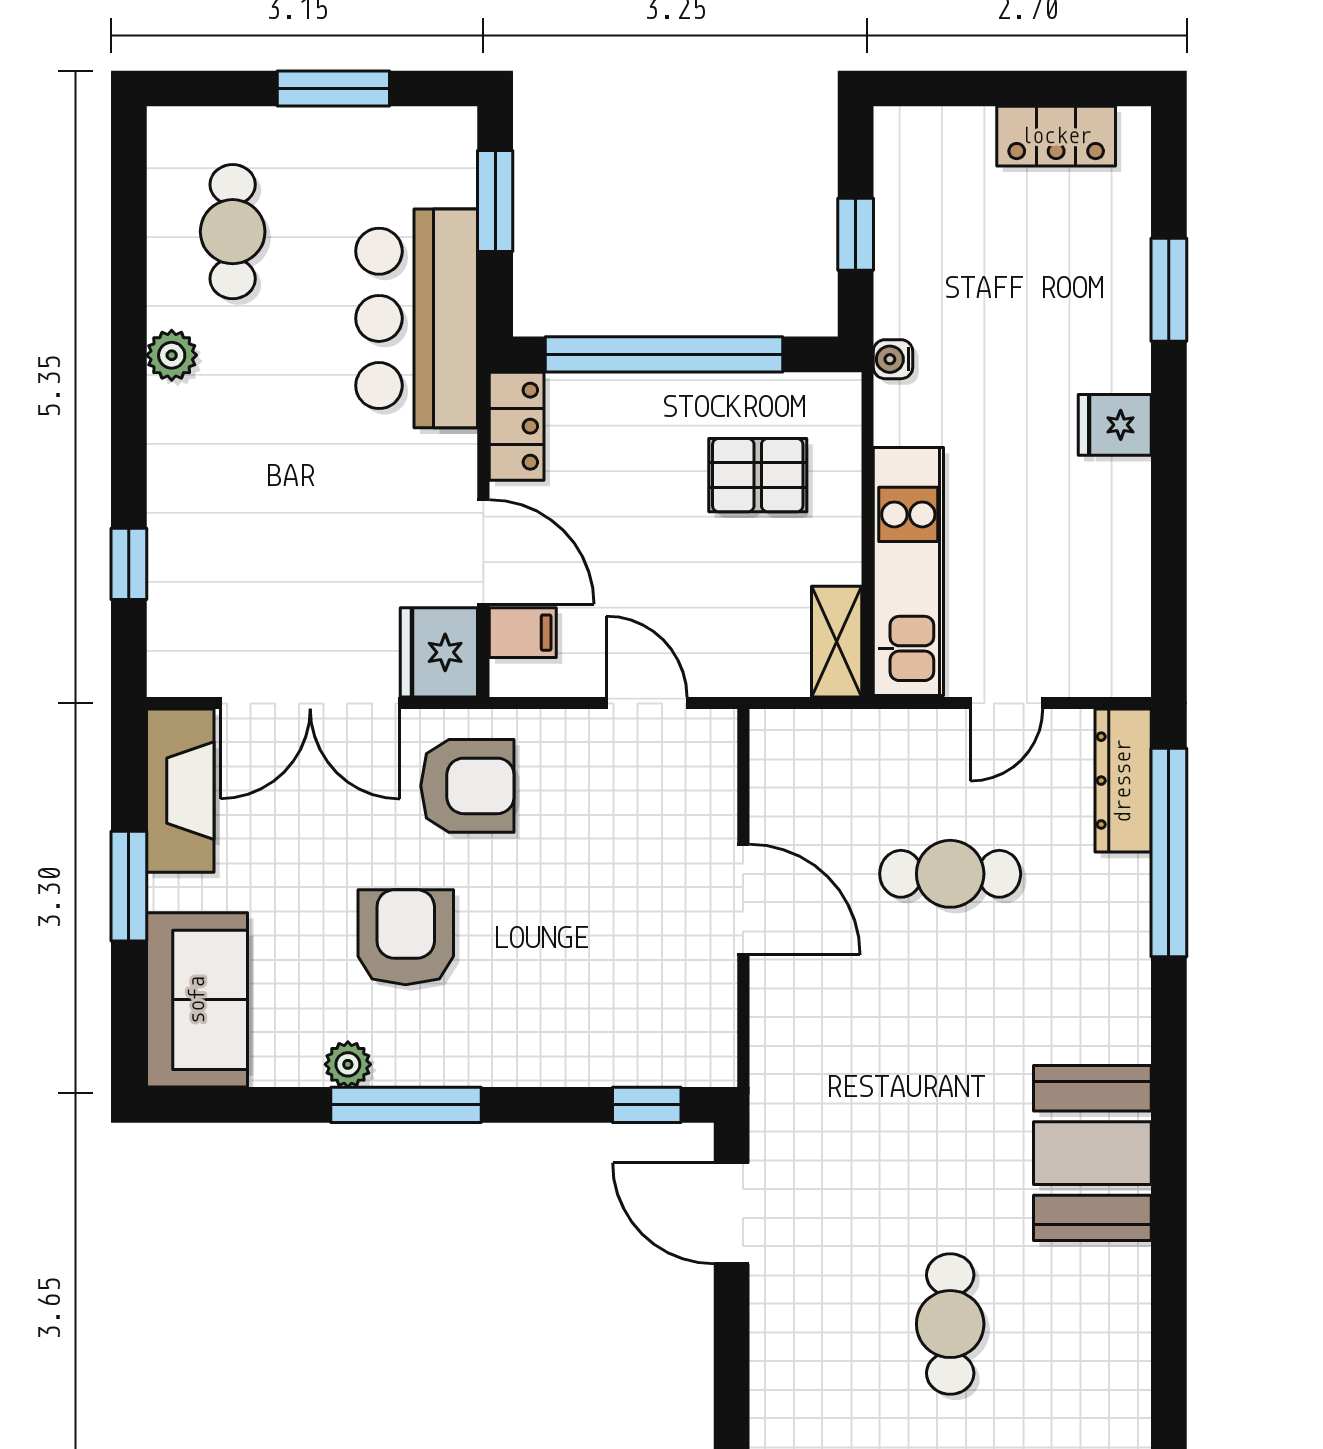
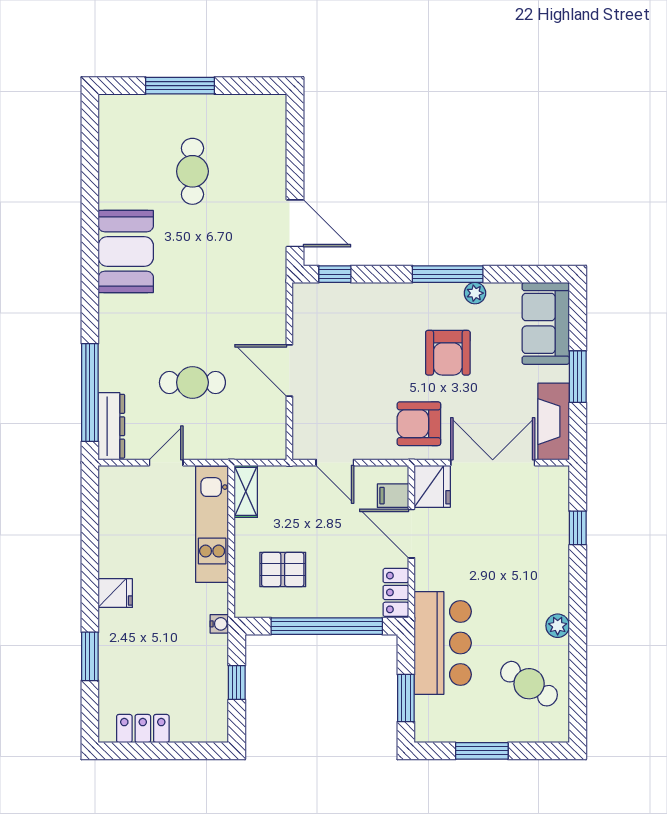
cafe table: (233, 232) -> (529, 684), turned -57

